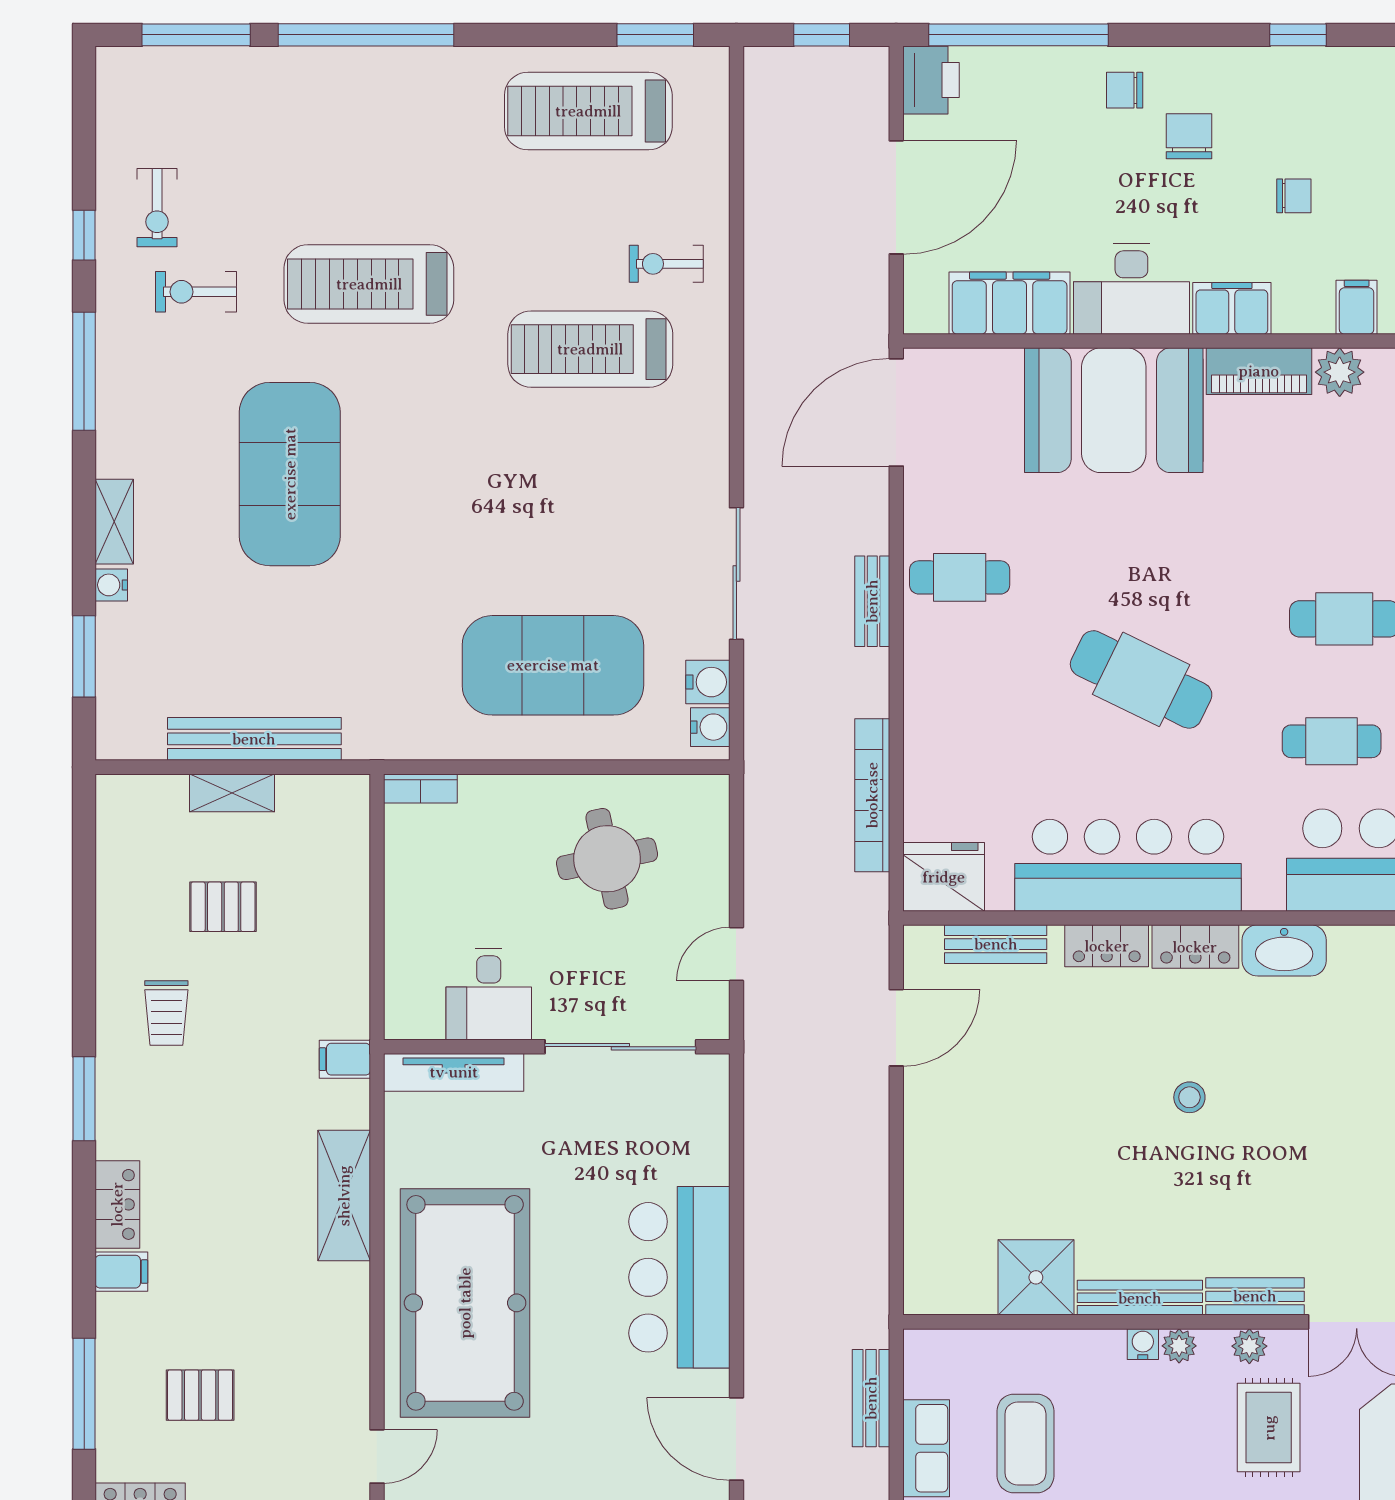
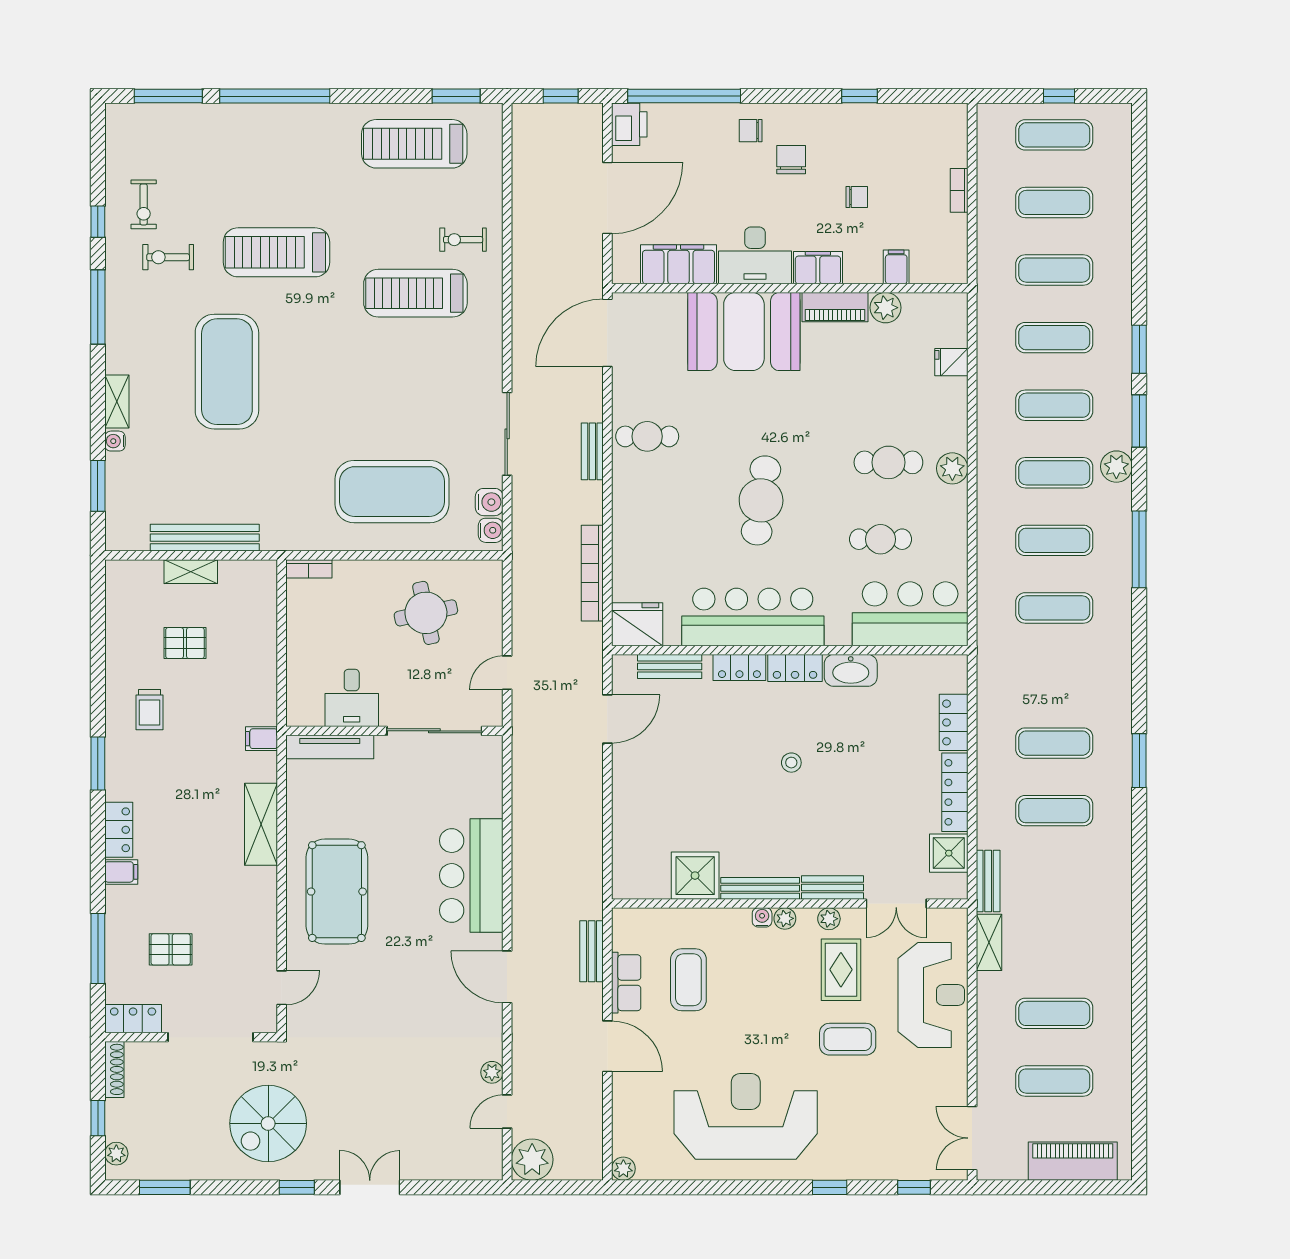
cafe table: (1141, 679) -> (761, 500), turned 72
pool table: (465, 1303) -> (337, 892), width x0.73, depth x0.76

